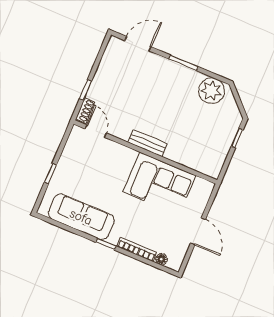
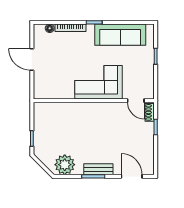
door: (138, 44) -> (132, 176), swing flipped
bench: (147, 143) -> (98, 169), moved
corner sofa: (159, 184) -> (98, 82), moved

